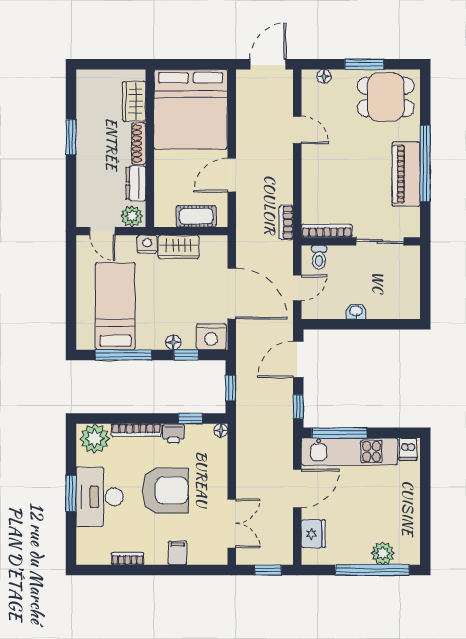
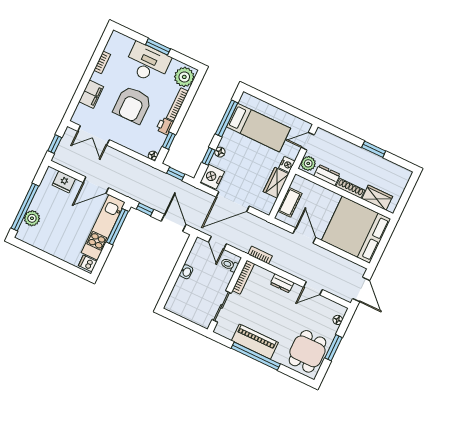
dresser: (310, 175) -> (282, 283), added
door: (297, 488) -> (96, 185), hinge flipped
filing cabinet: (177, 553) -> (91, 94), width x2.00

